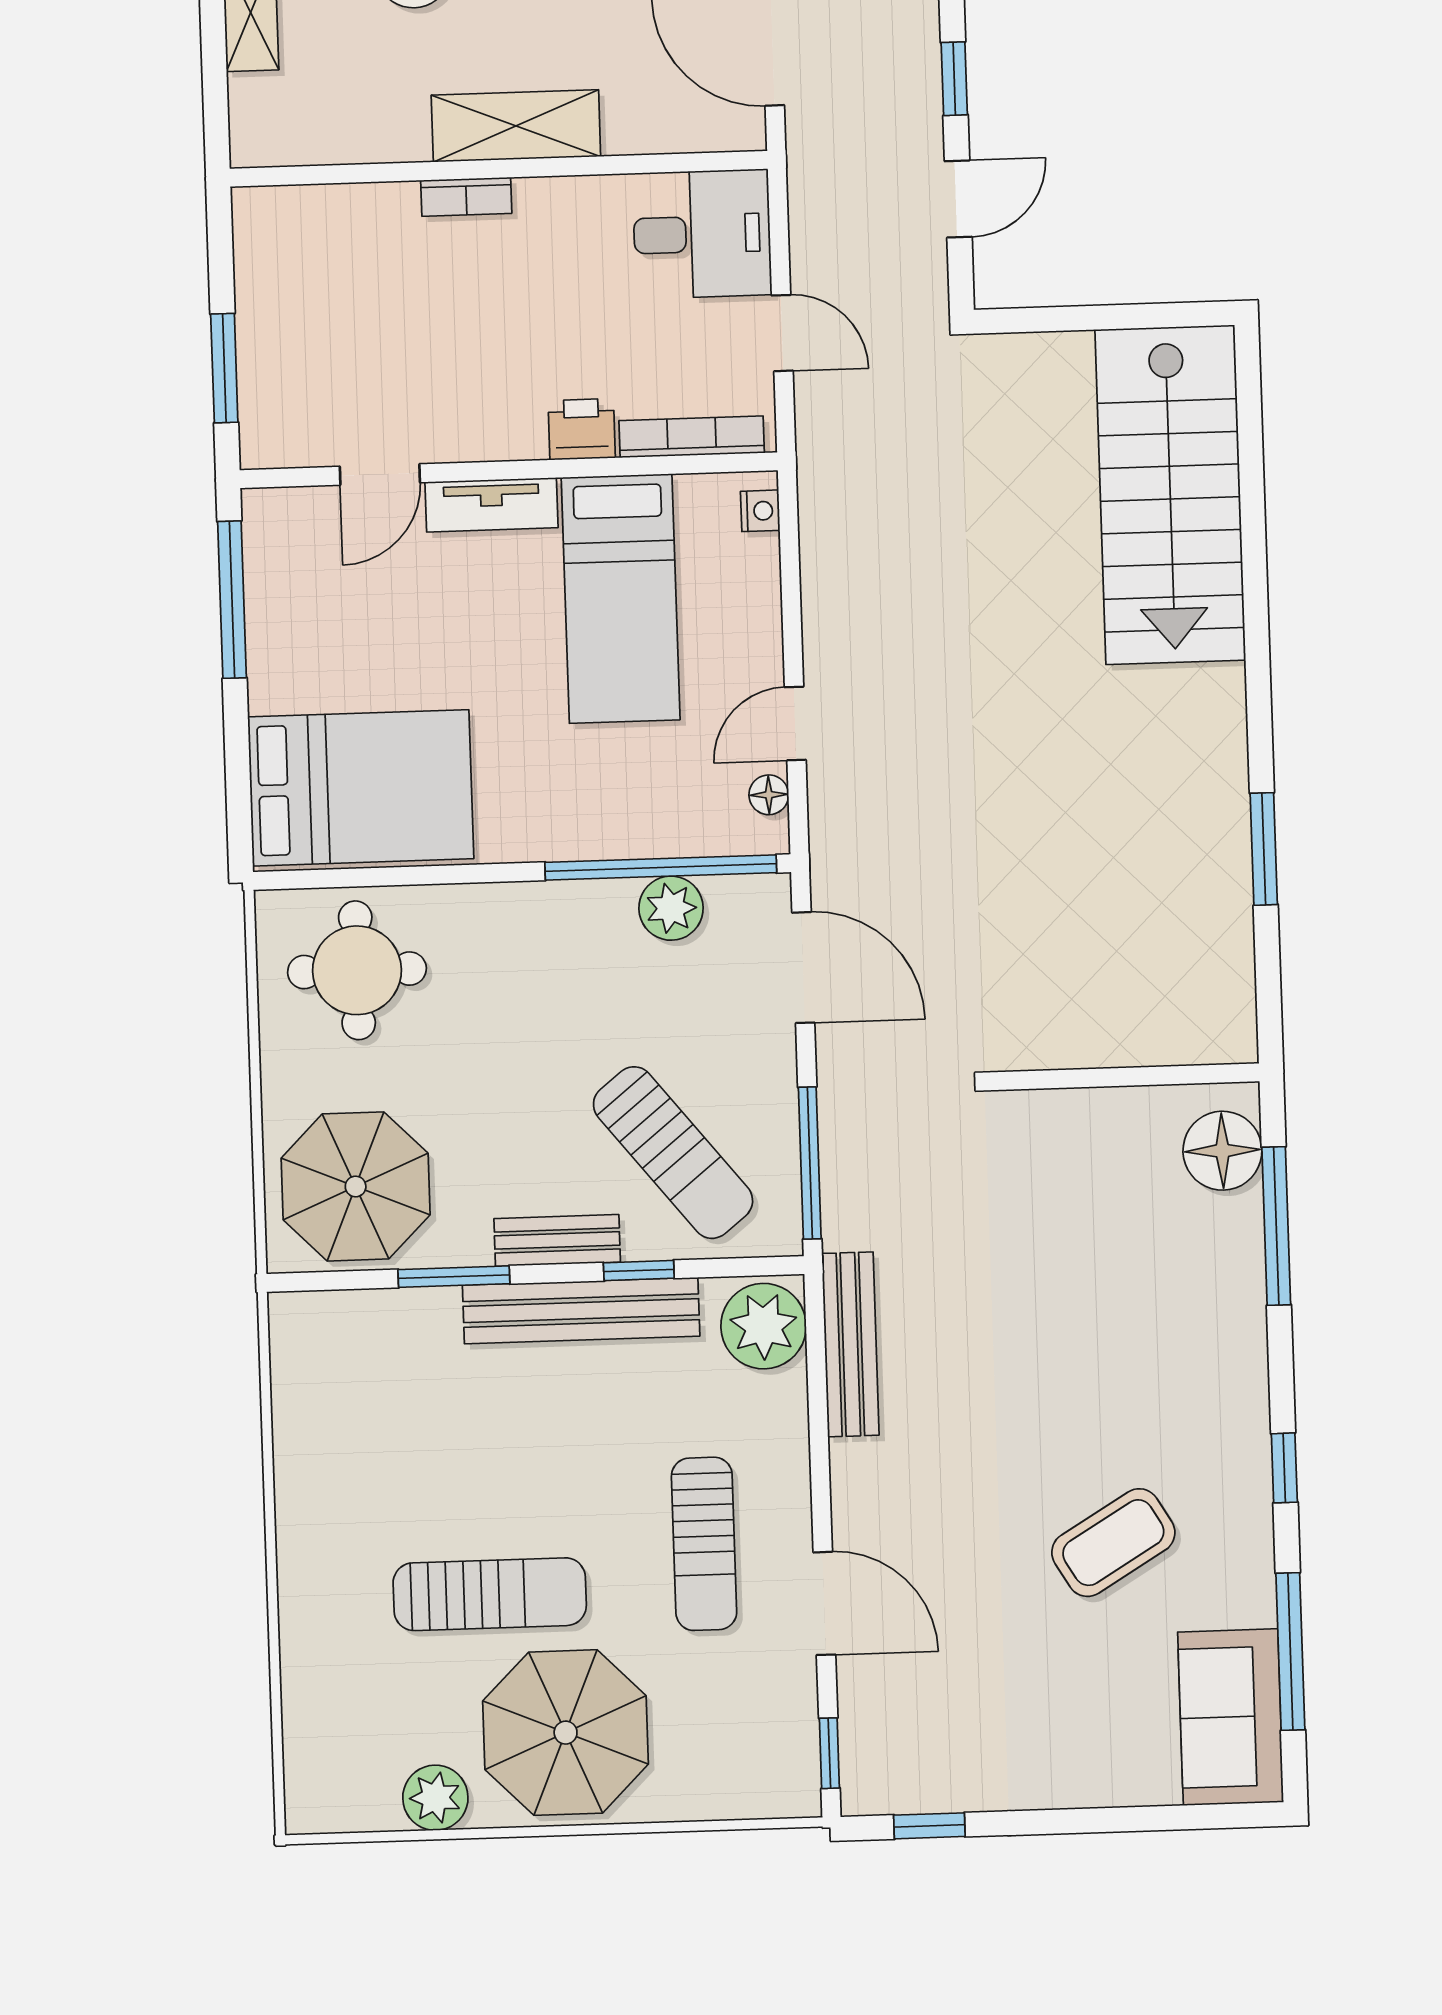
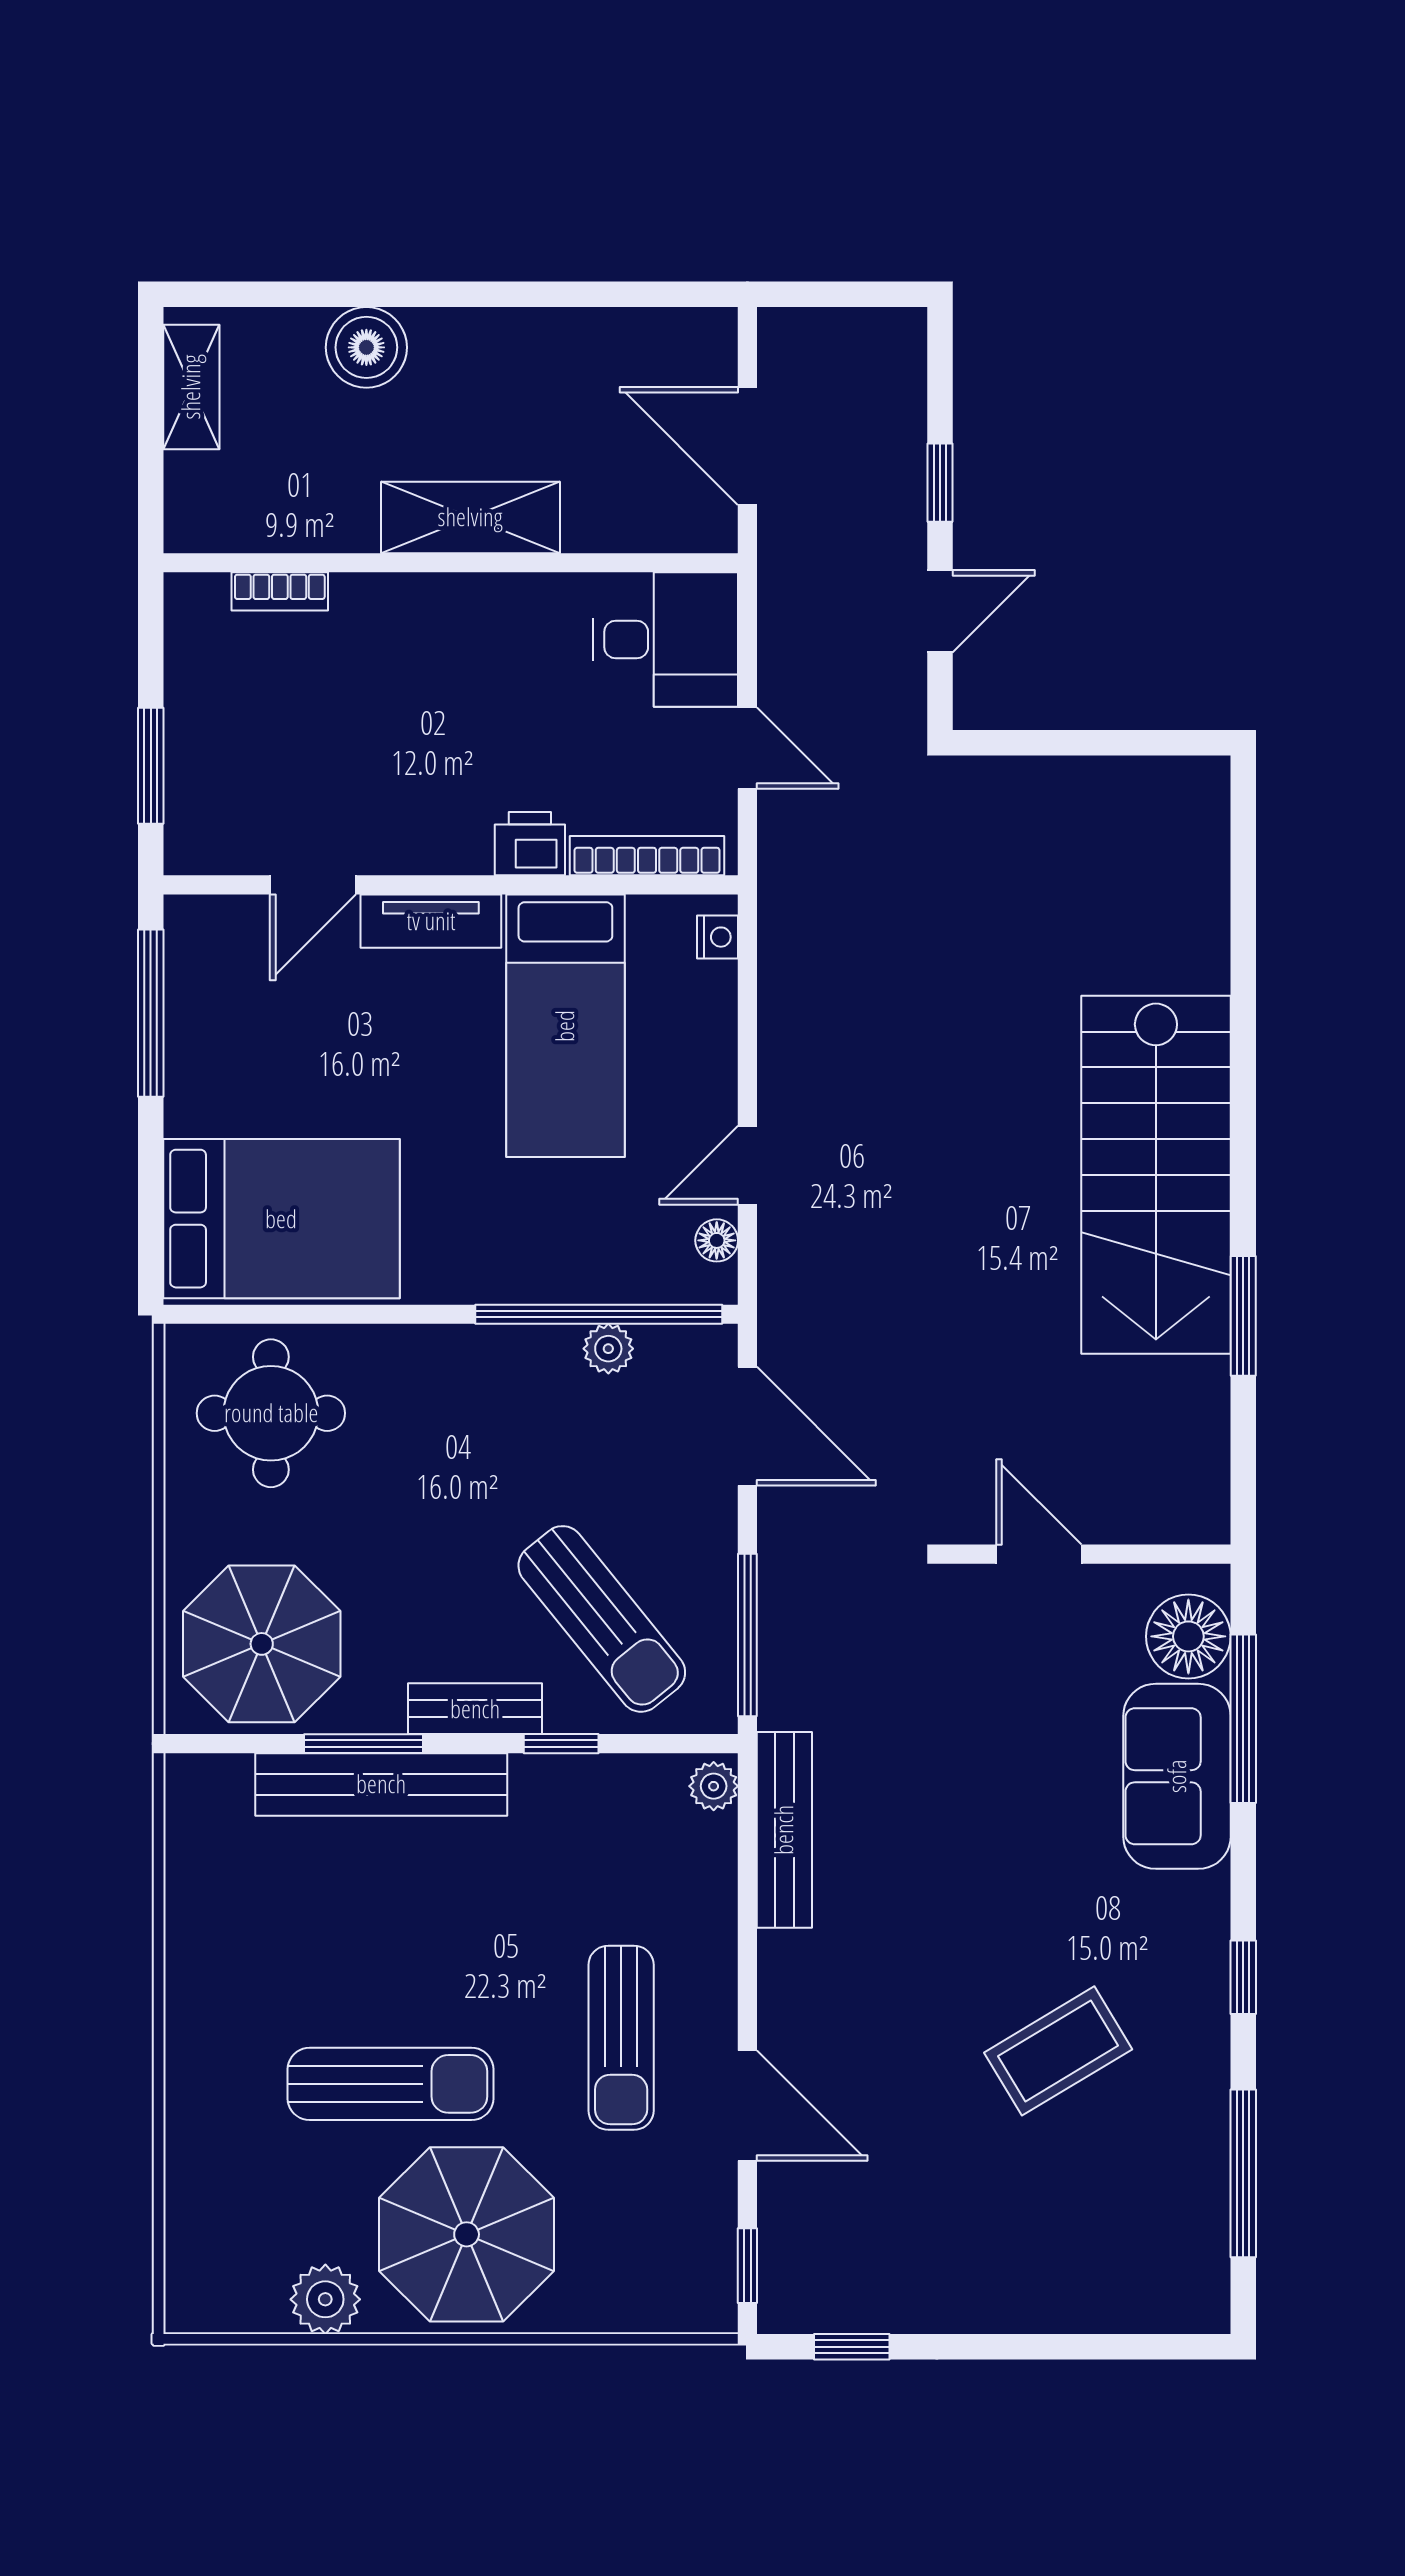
bookcase: (466, 197) -> (280, 591), moved
stairs: (1170, 495) -> (1156, 1175), moved
plant: (671, 908) -> (608, 1349), width x0.73, depth x0.73
door: (1080, 1078) -> (1039, 1554), added
bench: (581, 1311) -> (381, 1784), moved
plant: (764, 1326) -> (714, 1786), width x0.53, depth x0.53
sofa: (1231, 1717) -> (1177, 1776), moved

